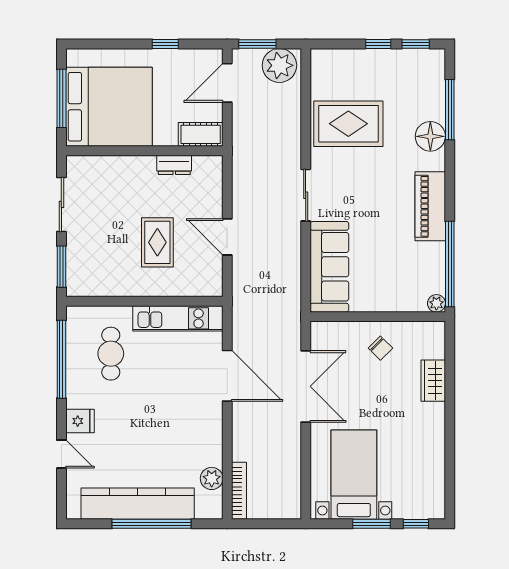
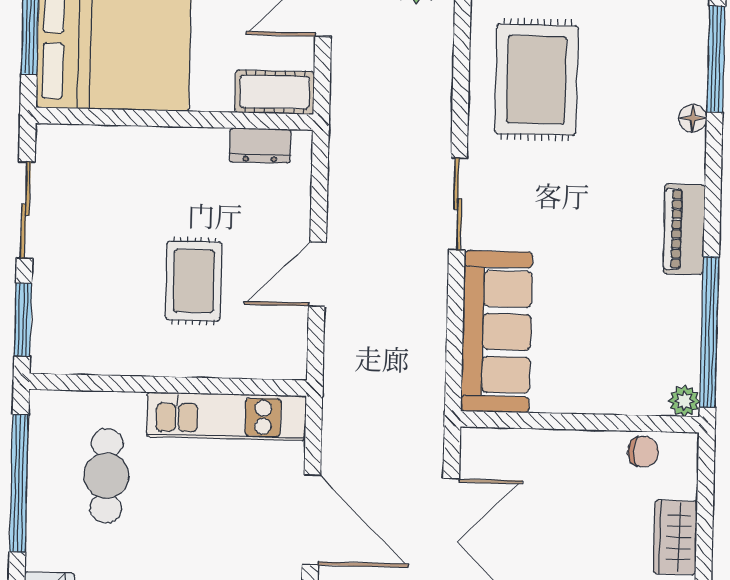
rug: (348, 124) -> (536, 80), turned 90
floor lamp: (430, 136) -> (693, 118), width x0.53, depth x0.53
dresser: (174, 165) -> (260, 146), moved
piano: (430, 206) -> (684, 229), width x0.73, depth x0.75
door: (227, 237) -> (317, 274), hinge flipped
chair: (380, 348) -> (643, 452), moved, turned -45

